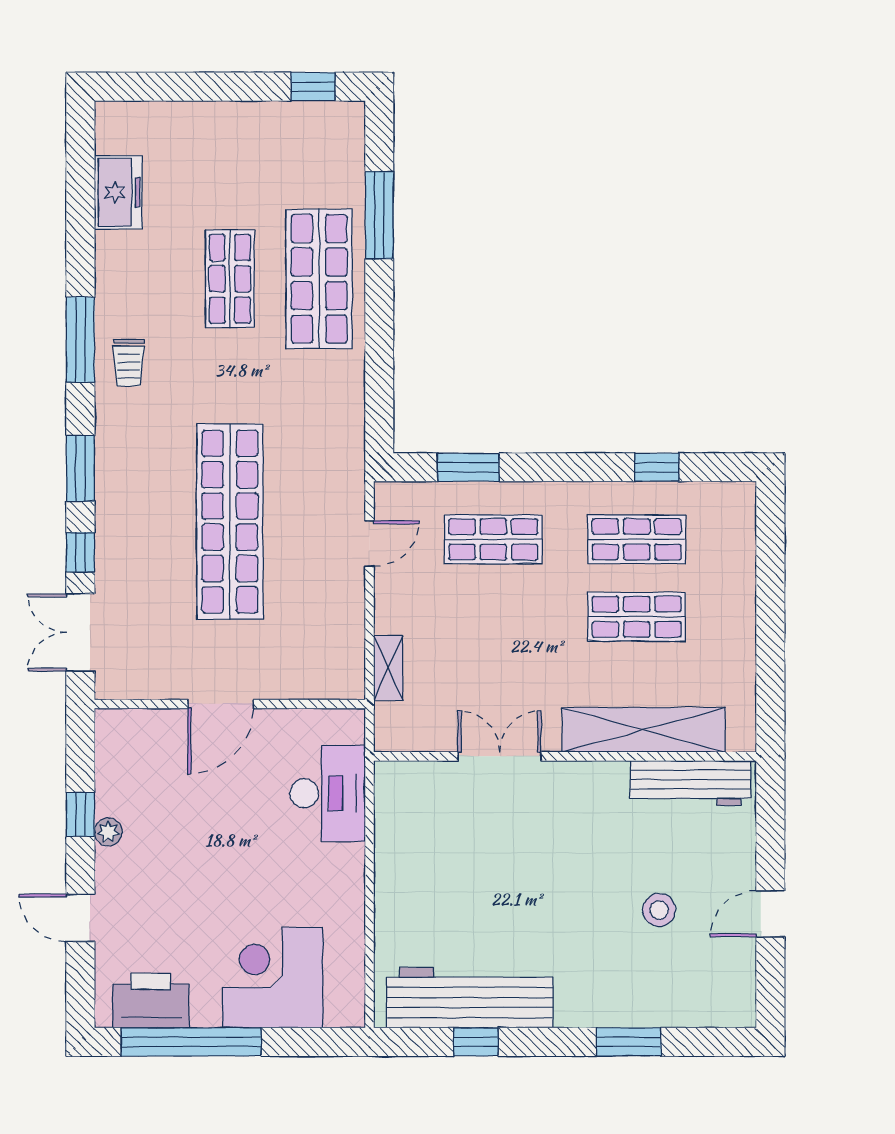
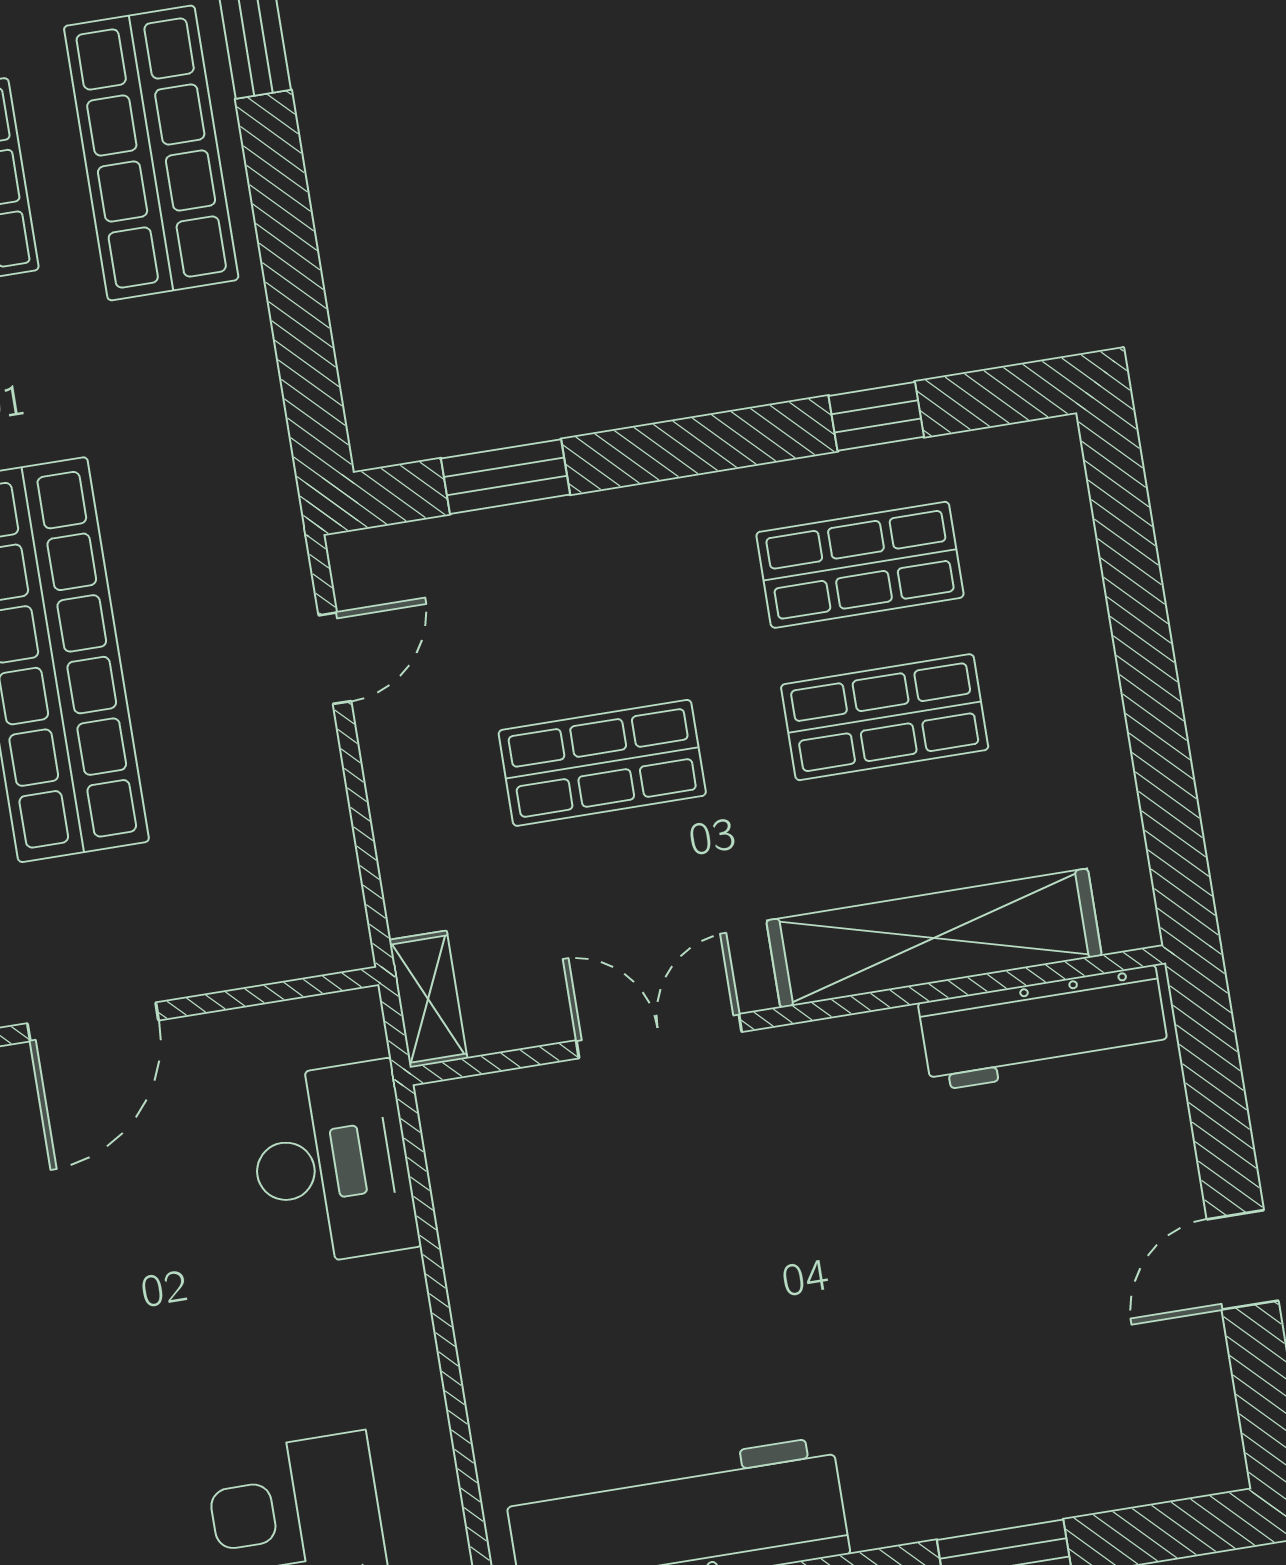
shop shelf: (493, 539) -> (602, 763), moved
shelving: (388, 668) -> (428, 999), moved
stool: (659, 910) -> (1022, 1288), removed

